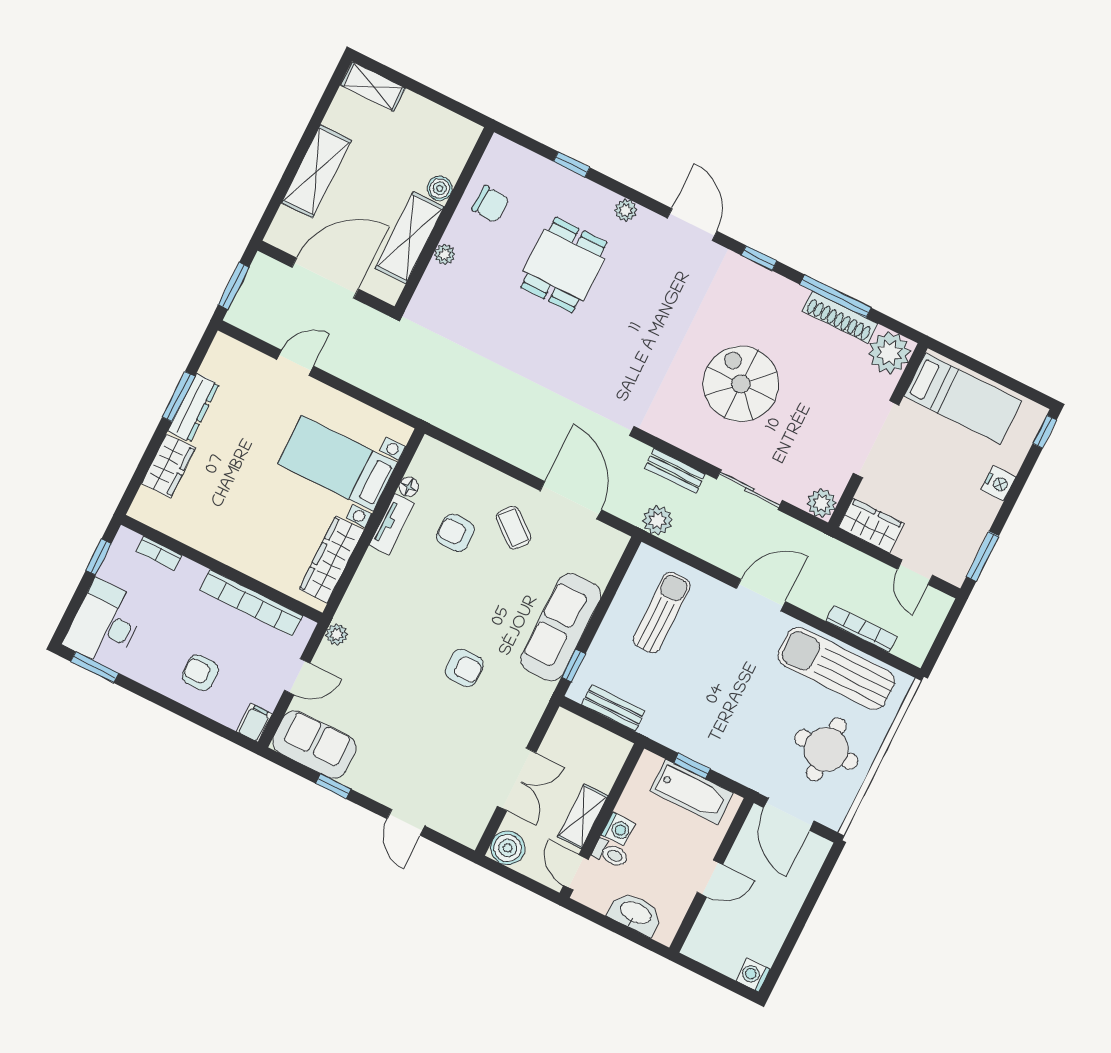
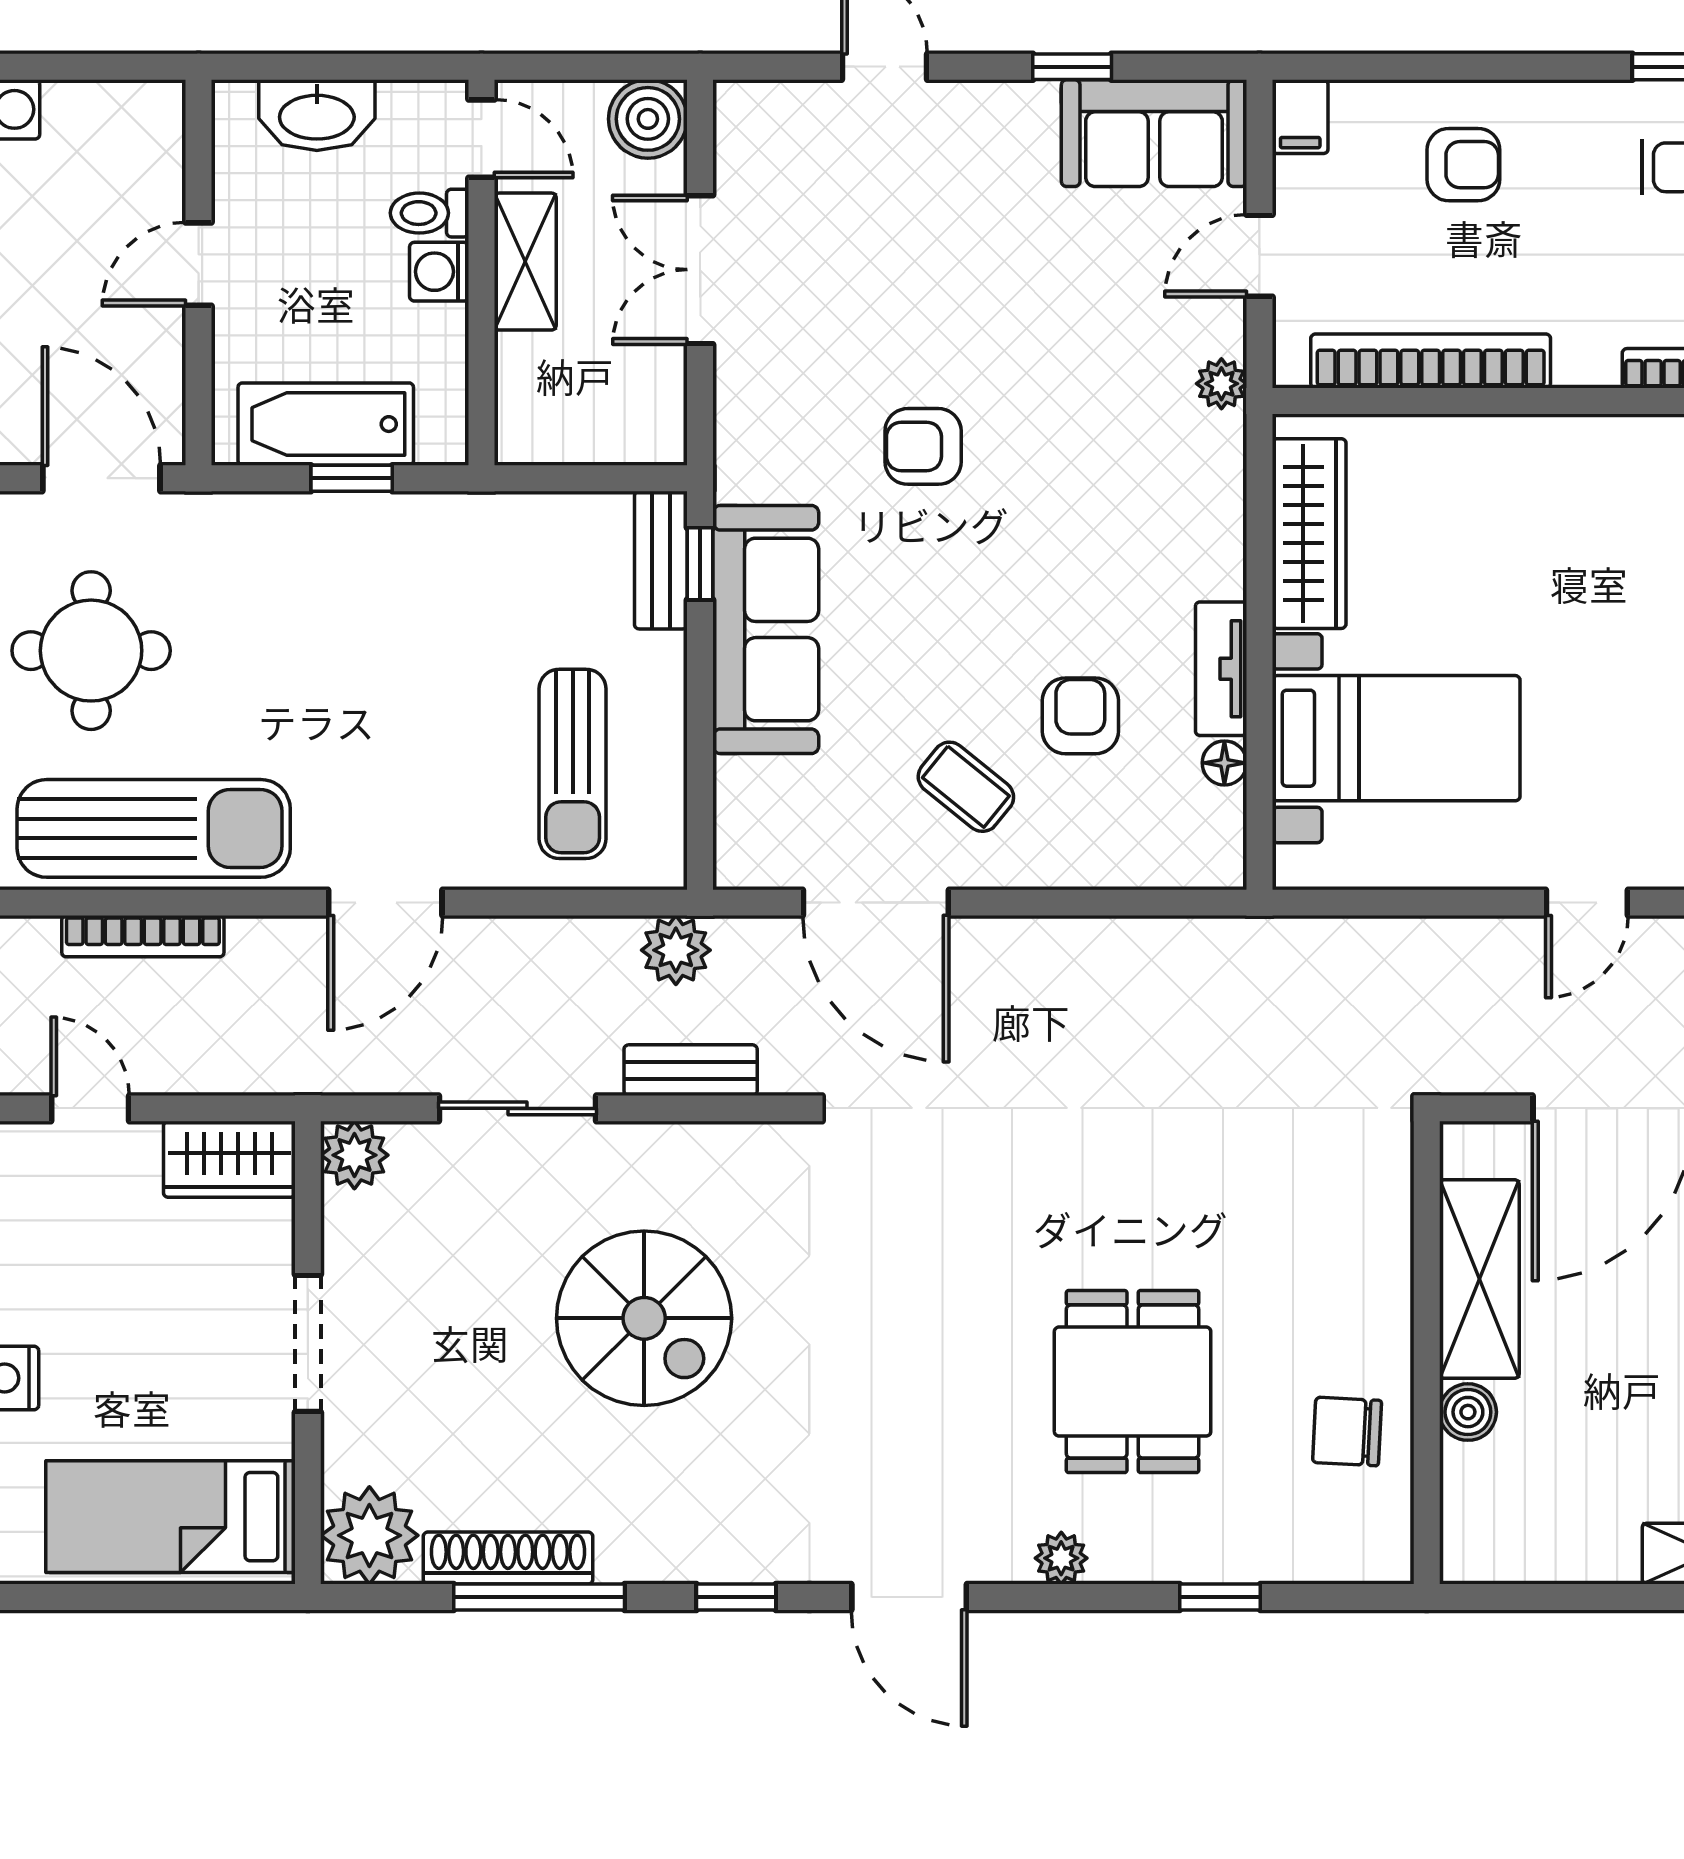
plant: (445, 255) -> (1390, 1280), removed
doorway: (876, 439) -> (308, 1343), width x0.73
armchair: (455, 533) -> (1080, 716), turned -90
bench: (613, 708) -> (661, 560), moved, turned 90

